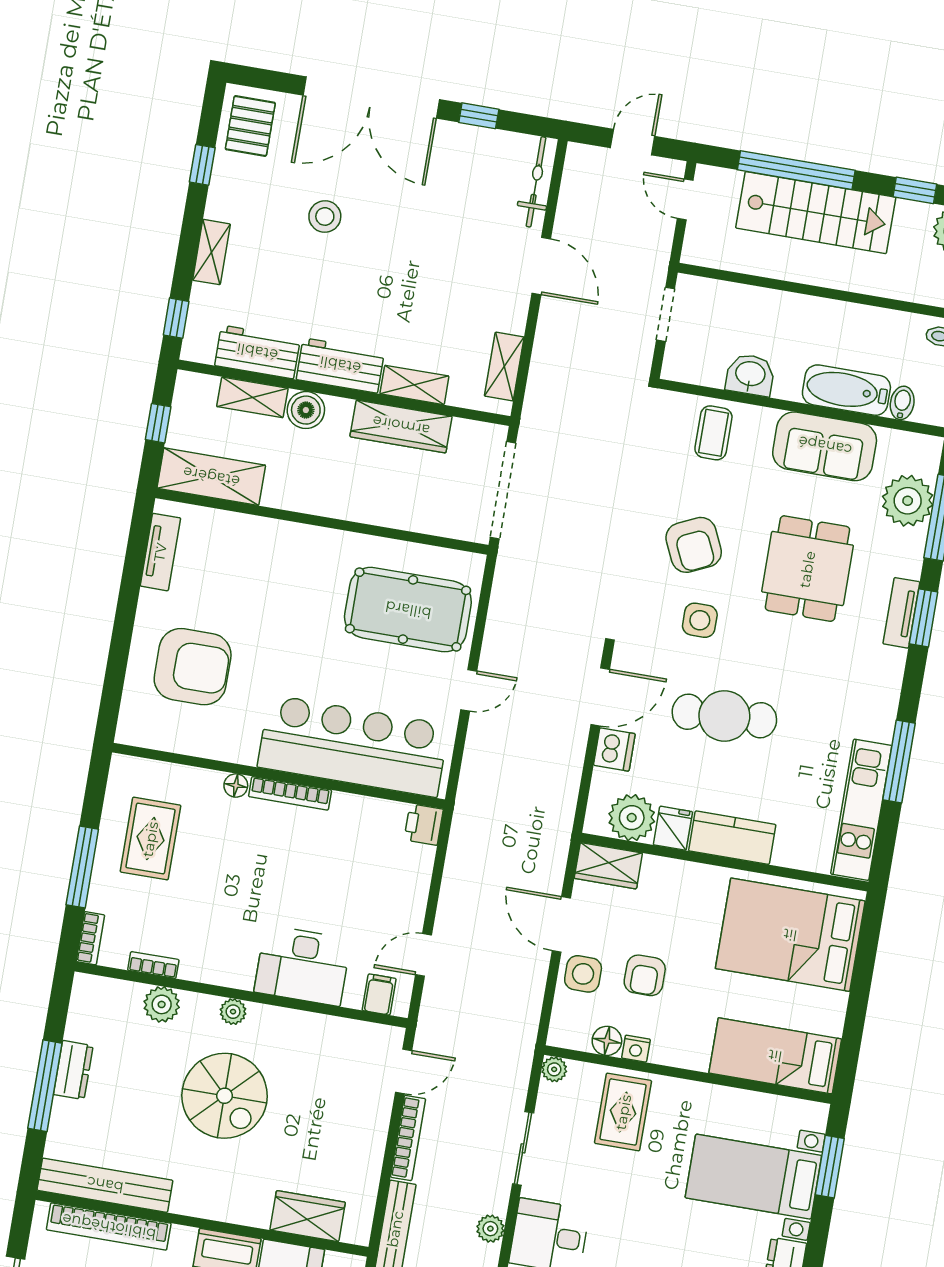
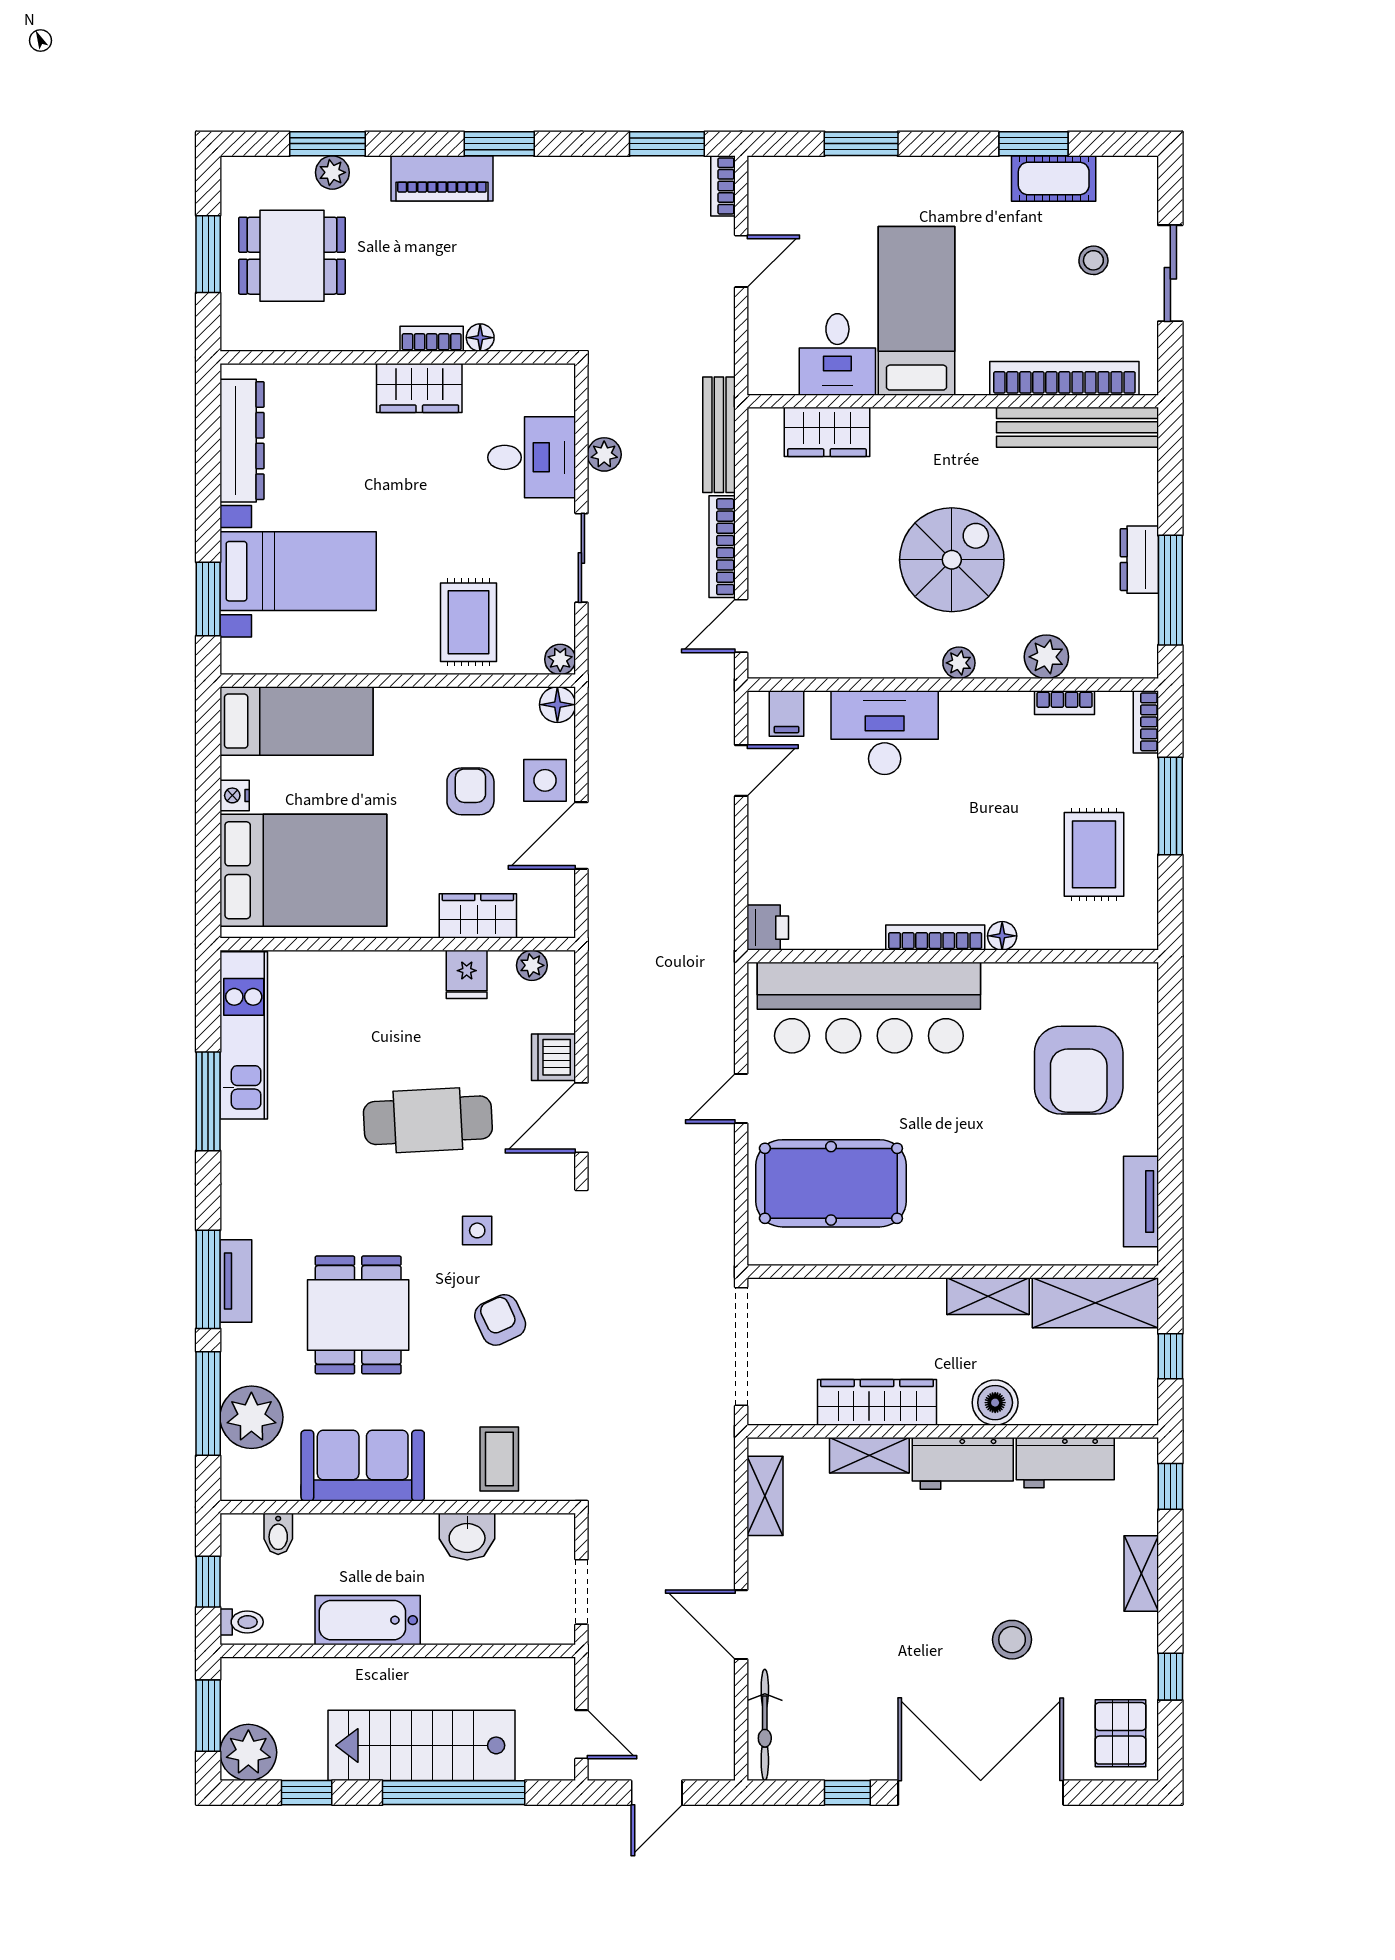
bathtub: (846, 390) -> (368, 1620), moved, turned 180
shelving: (252, 397) -> (988, 1296), moved
armchair: (694, 545) -> (500, 1320), width x0.72, depth x0.72
window: (924, 618) -> (208, 1279), width x1.44
side table: (700, 620) -> (477, 1230), width x0.73, depth x0.73
armchair: (193, 667) -> (1079, 1070), turned -90
plant: (632, 818) -> (532, 965), width x0.53, depth x0.53
kitchen counter: (732, 838) -> (393, 975), removed
wardrobe: (608, 866) -> (478, 916), moved
door: (561, 924) -> (581, 836), swing flipped
floor lamp: (607, 1041) -> (557, 705), moved
nightstand: (636, 1049) -> (235, 795), moved, turned -90
window: (45, 1086) -> (1170, 590), moved
spiral stairs: (225, 1096) -> (952, 560), turned 90

